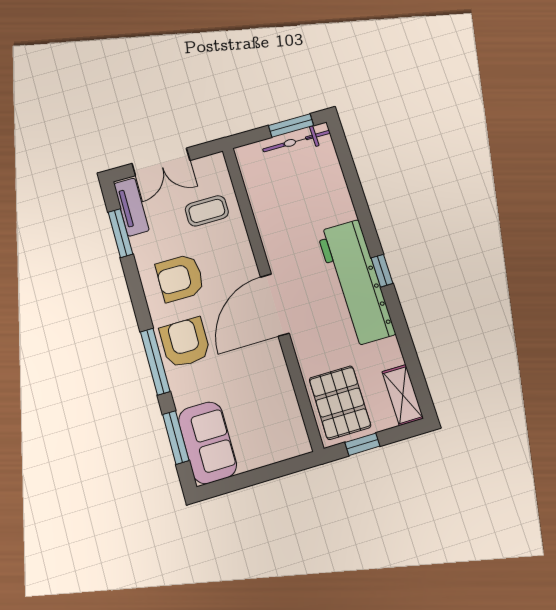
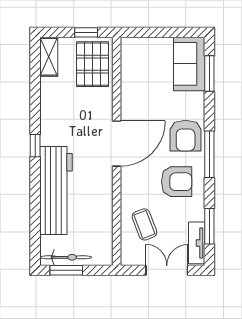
coffee table: (207, 211) -> (144, 224), turned 69
workbench: (356, 282) -> (56, 190), moved
window: (155, 362) -> (209, 154), moved

